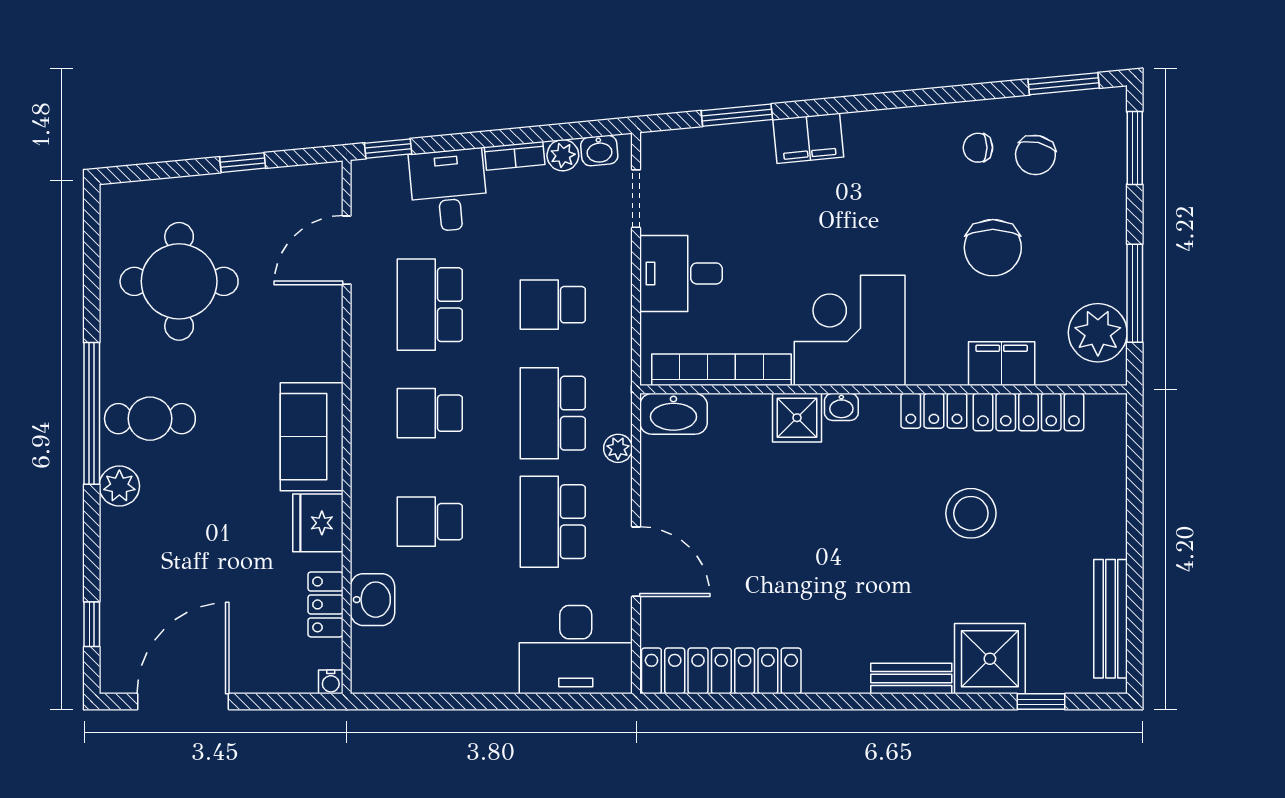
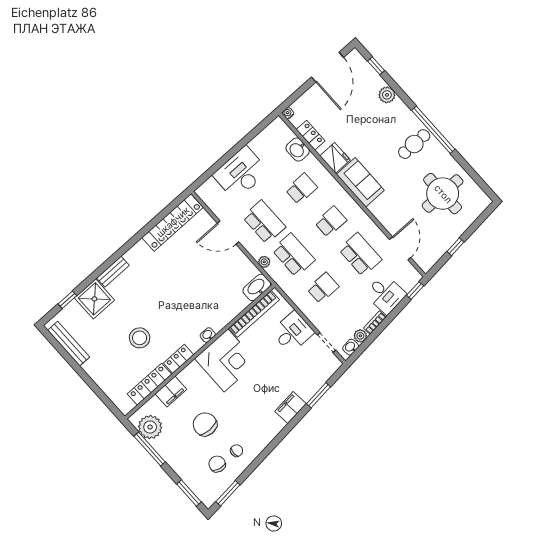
shower: (797, 418) -> (218, 320), removed
plant: (119, 486) -> (387, 95), moved
desk: (576, 650) -> (241, 173), moved

